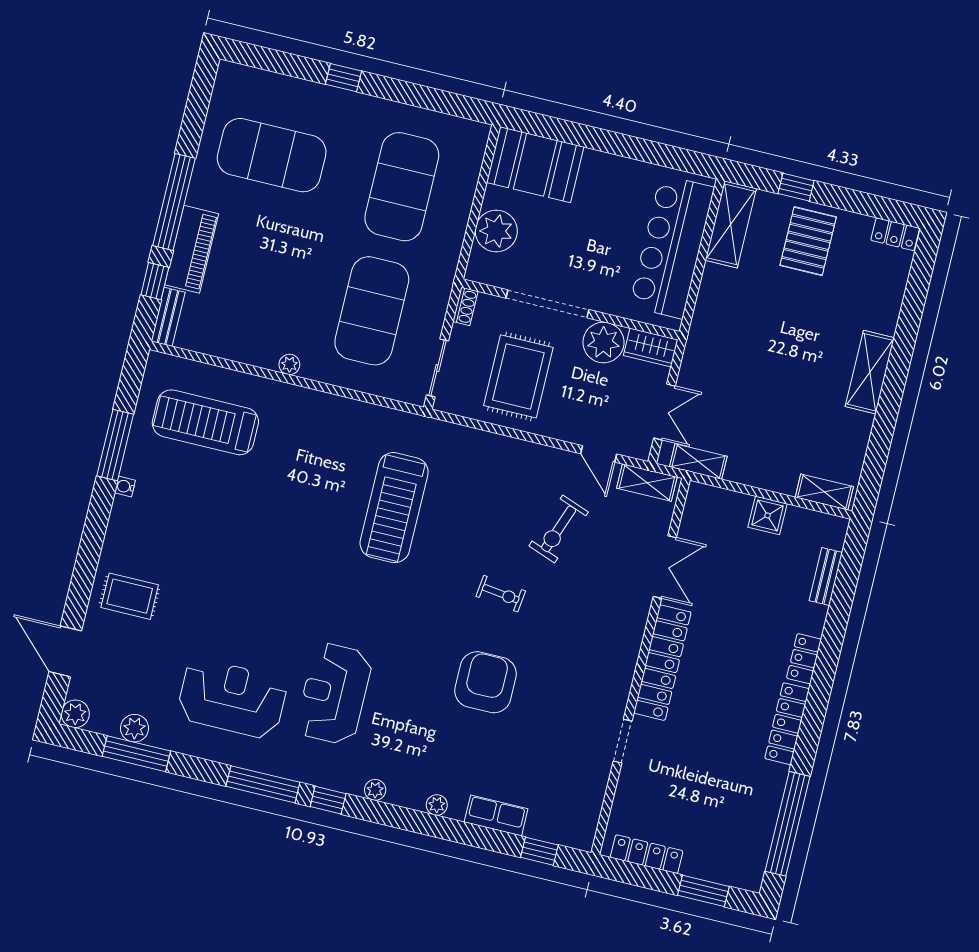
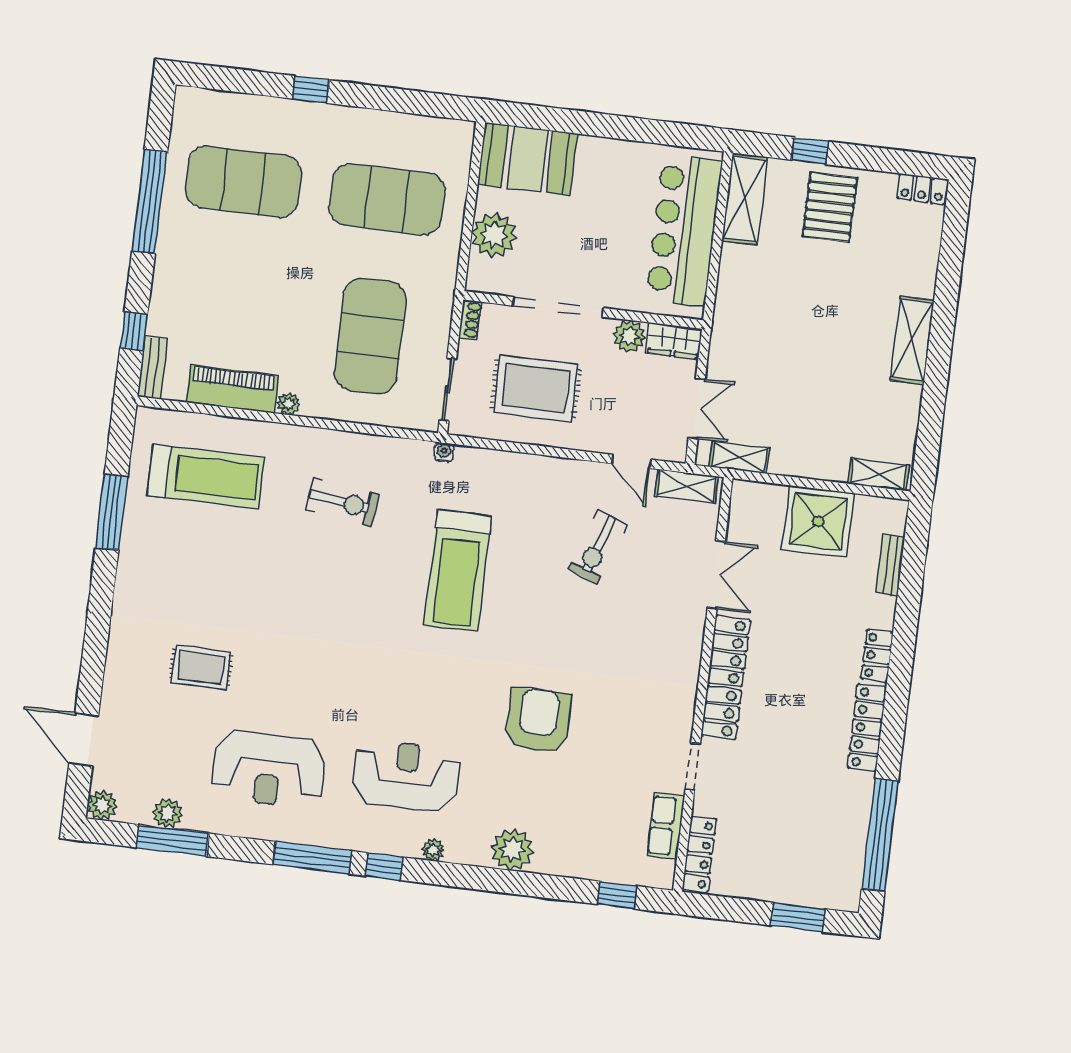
exercise mat: (402, 187) -> (387, 199), turned 90
window: (174, 202) -> (150, 201), moved
piano: (192, 249) -> (232, 389), moved, turned -90
plant: (603, 342) -> (629, 336), width x0.73, depth x0.73
rug: (518, 376) -> (536, 388), turned 90
treadmill: (205, 422) -> (206, 476), turned 180
water cooler: (125, 487) -> (444, 452), moved, turned 90
treadmill: (394, 508) -> (458, 570), moved
shower: (768, 515) -> (818, 522), width x1.86, depth x1.86
exercise bike: (501, 594) -> (342, 502), moved, width x1.38, depth x1.39
rug: (130, 596) -> (201, 668), moved
reception desk: (334, 694) -> (406, 776), moved, turned 90
reception desk: (232, 698) -> (269, 769), turned 180
plant: (437, 805) -> (512, 850), width x1.88, depth x1.88
row of seats: (496, 815) -> (666, 826), moved, turned -90
locker: (647, 854) -> (699, 855), moved, turned 90

